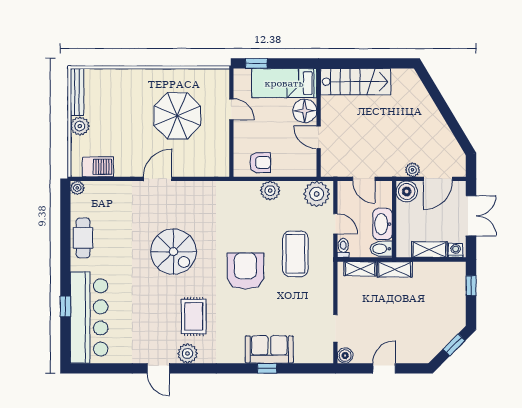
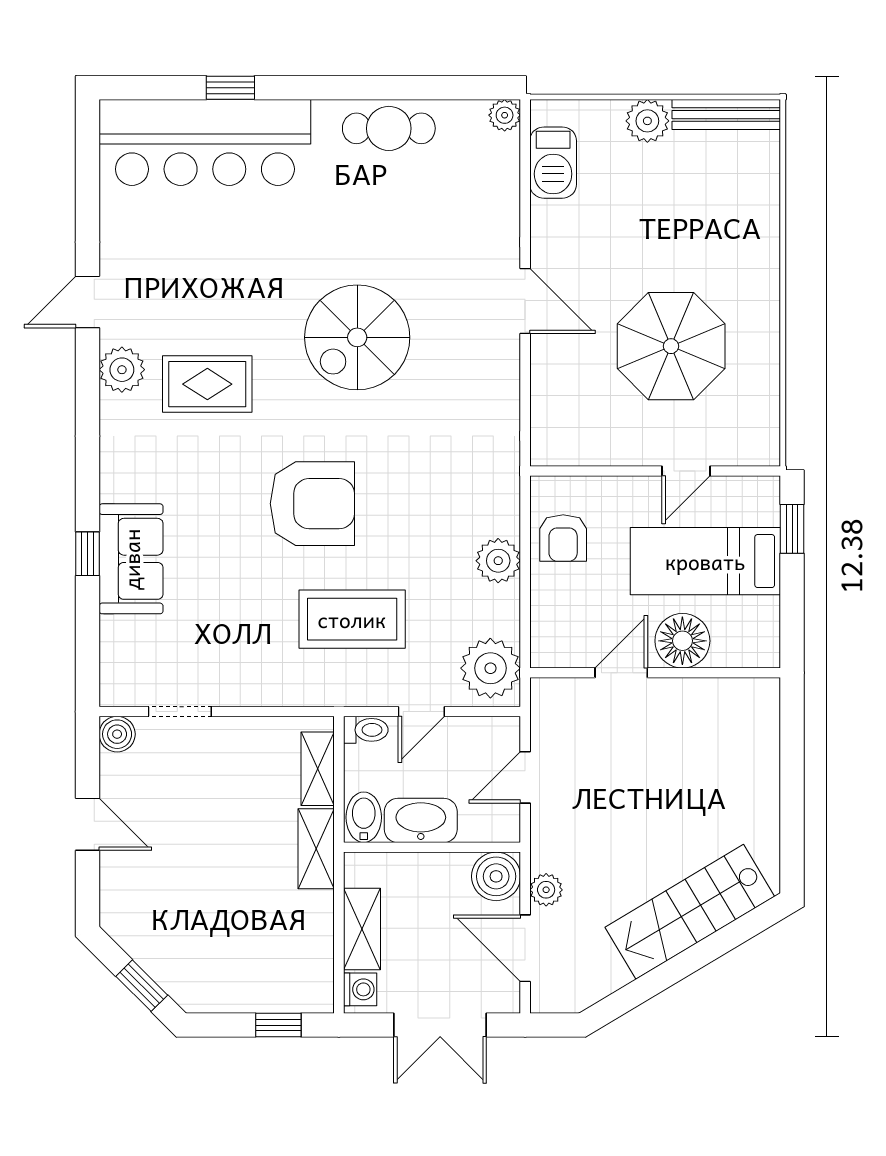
stairs: (356, 82) -> (690, 912), moved, turned 59
bed: (284, 83) -> (705, 561), moved, turned -90

